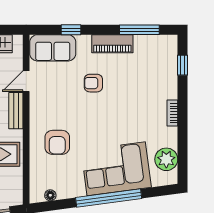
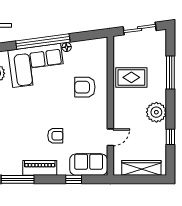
bench: (16, 111) -> (119, 113), removed
armchair: (57, 142) -> (85, 87), turned -90
floor lamp: (50, 195) -> (67, 47), moved

